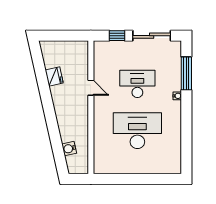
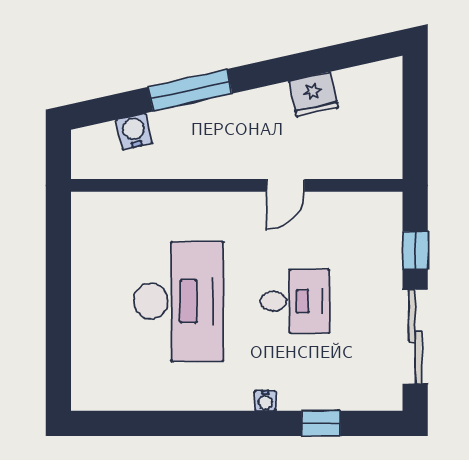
window: (186, 73) -> (321, 423), width x0.46
desk: (137, 84) -> (295, 301), width x0.73
window: (53, 126) -> (190, 90), added

